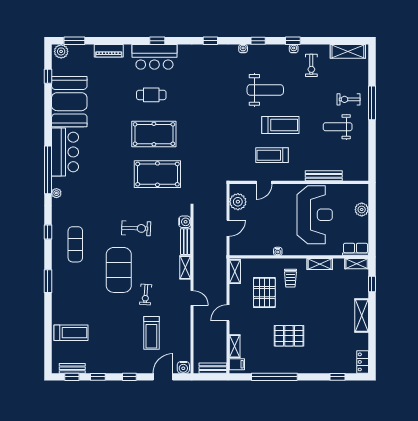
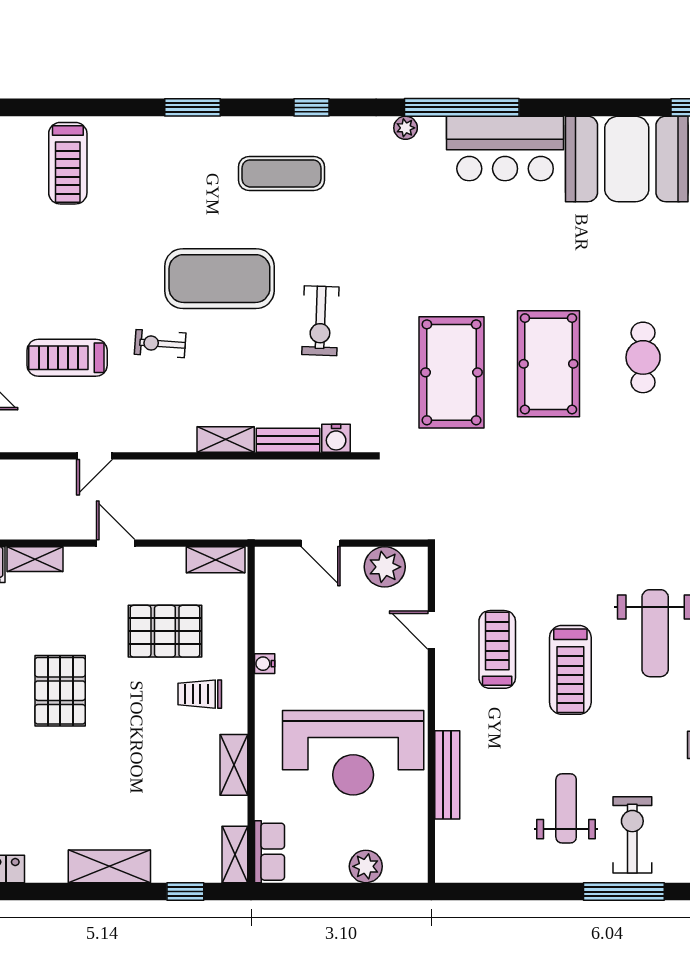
exercise bike: (349, 99) -> (632, 835), width x1.38, depth x1.39
door: (192, 298) -> (95, 456), moved

